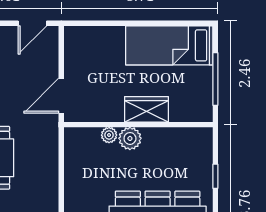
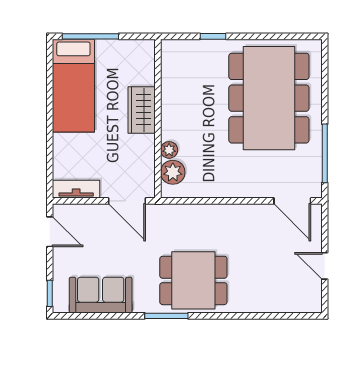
tv unit: (72, 48) -> (76, 189), added
window: (215, 79) -> (90, 36), moved
plant: (130, 138) -> (173, 172), moved

